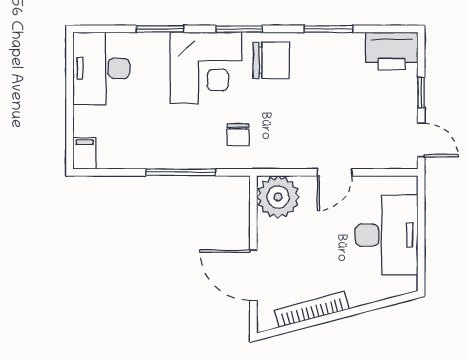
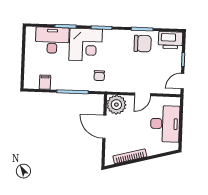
chair: (271, 60) -> (143, 44), moved
desk: (101, 68) -> (52, 40), moved, turned 90
door: (421, 140) -> (182, 81), swing flipped
filing cabinet: (85, 153) -> (45, 82), moved
door: (253, 275) -> (104, 127), moved

